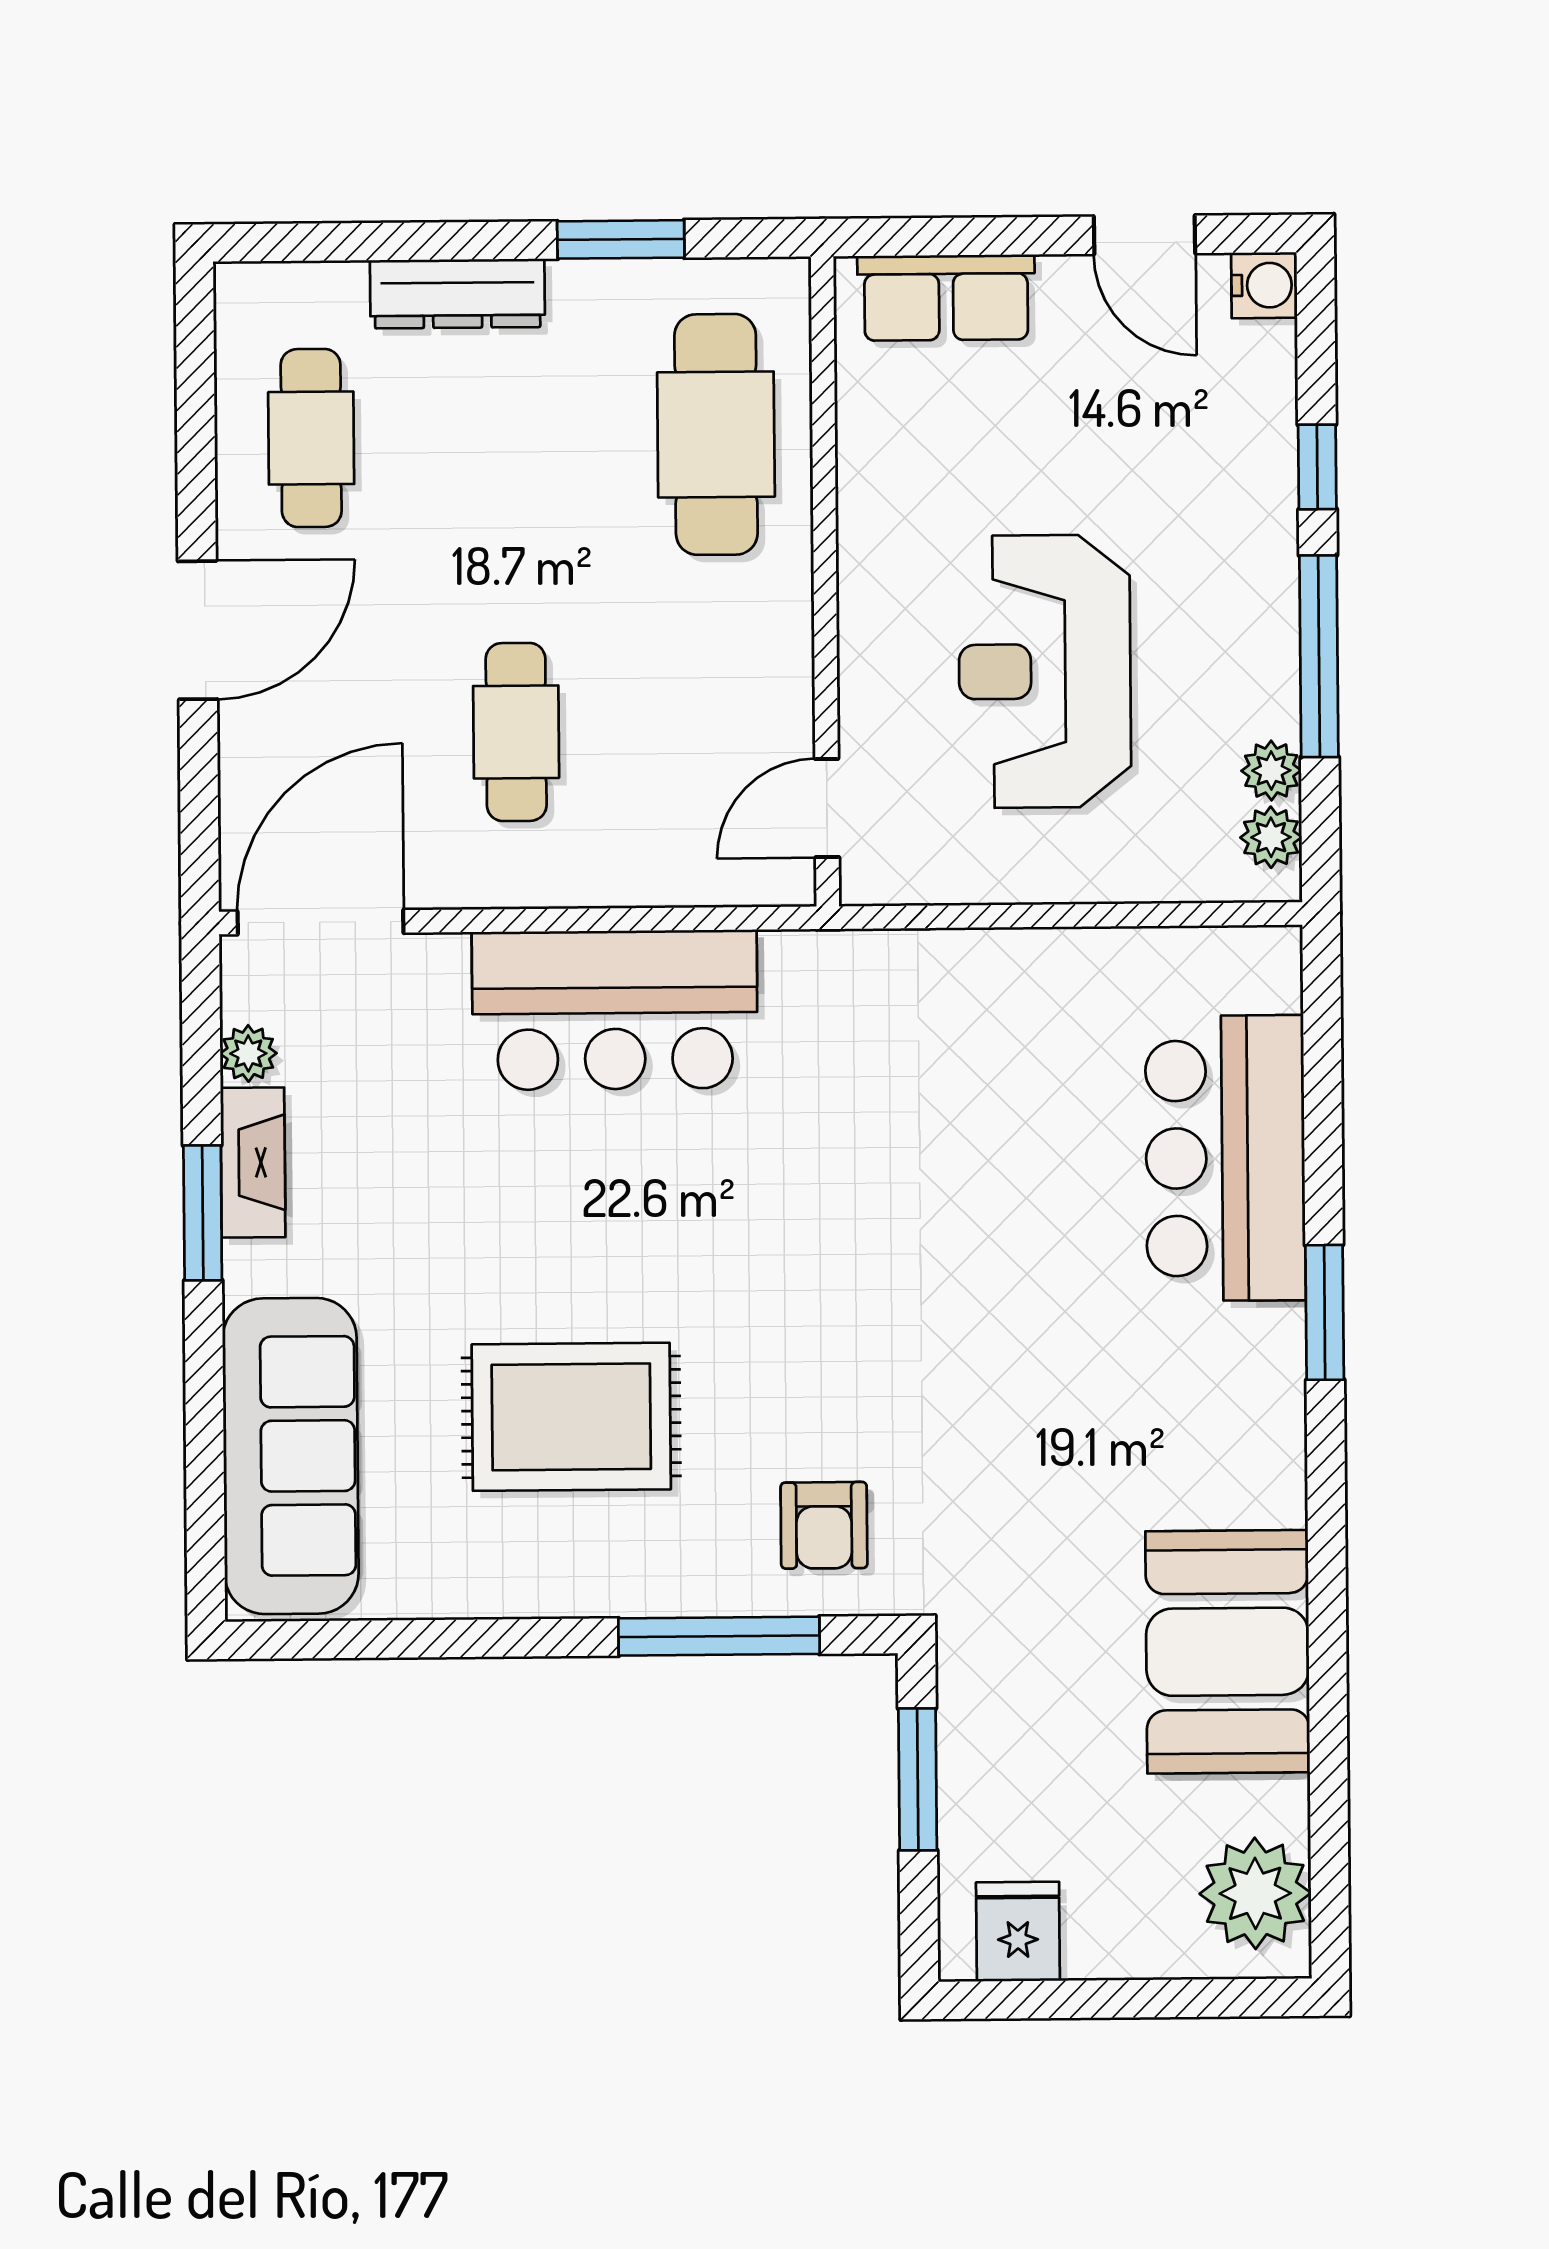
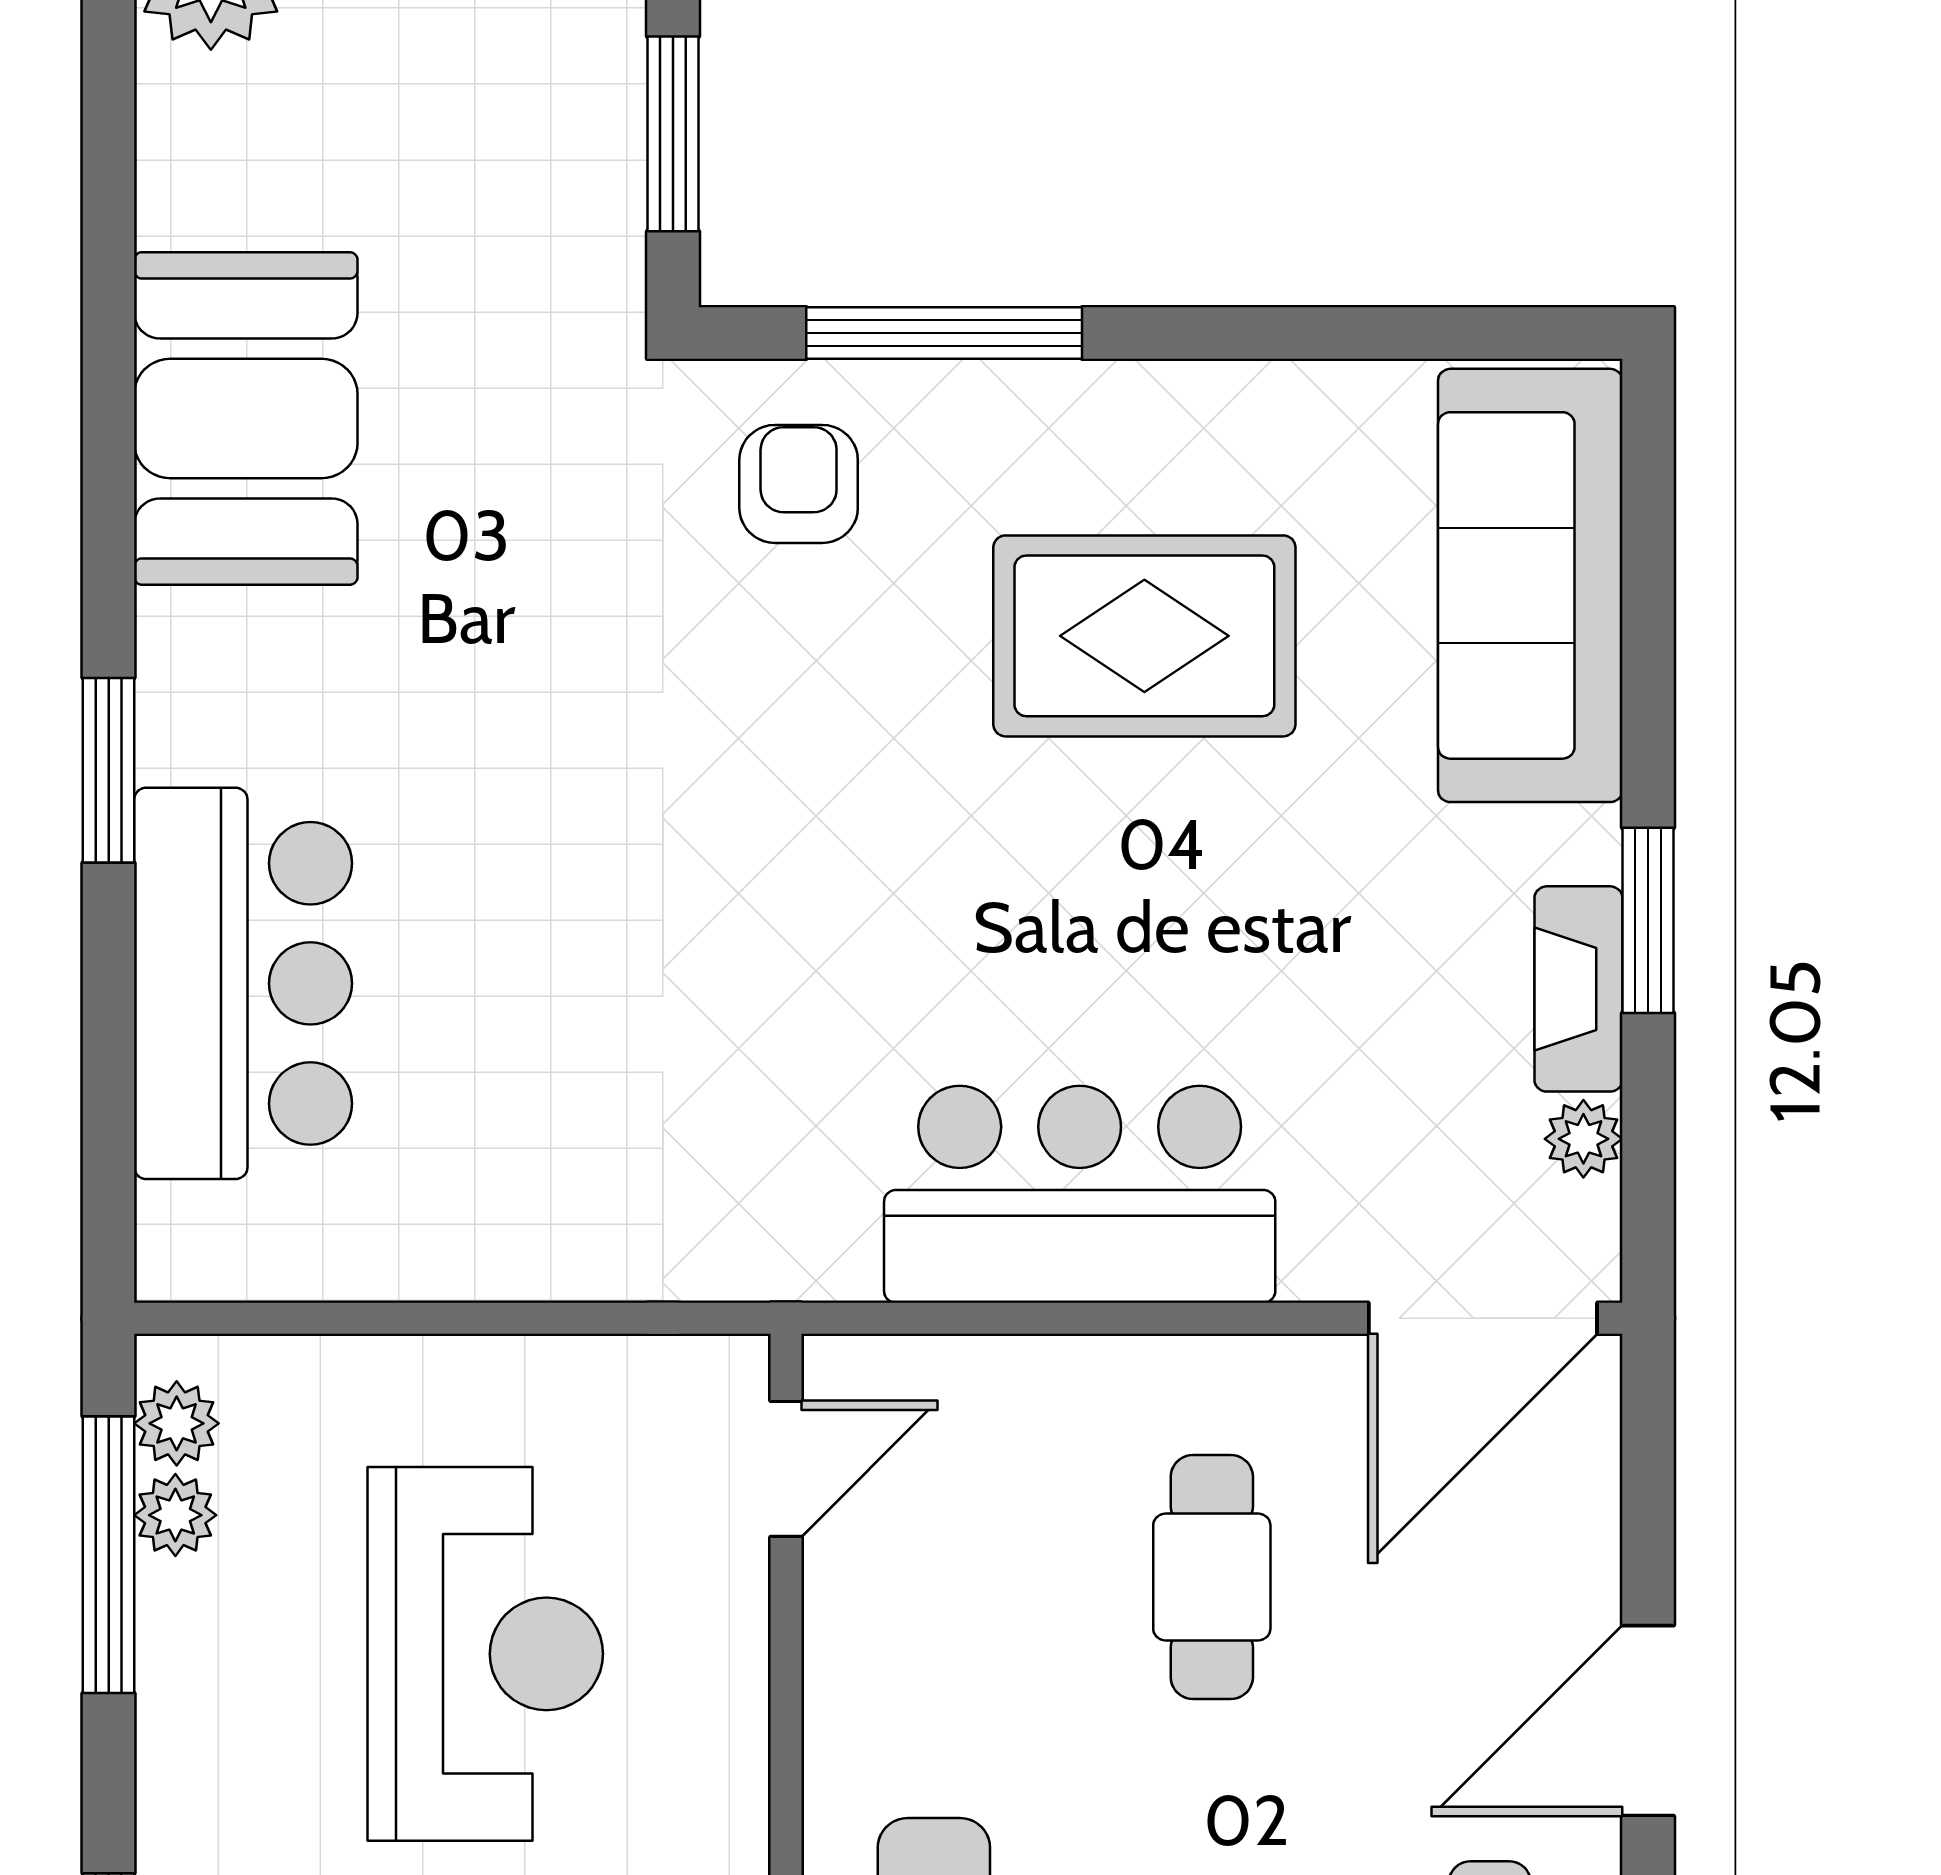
window: (1319, 656) -> (109, 1555), moved
booth: (1228, 1652) -> (246, 418), moved

